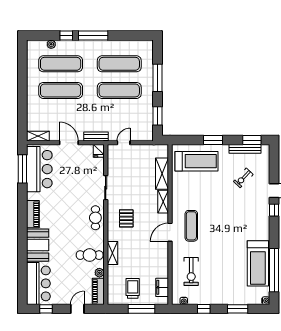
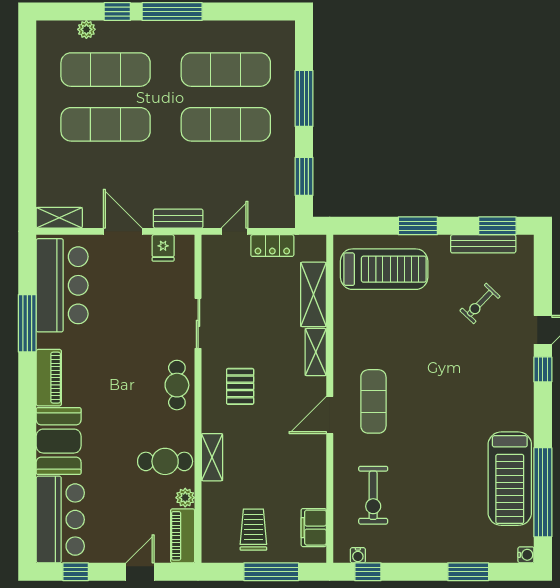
locker: (142, 150) -> (272, 246), added
fridge: (99, 151) -> (163, 248), moved
window: (22, 169) -> (27, 323), moved
window: (204, 309) -> (368, 572), moved

